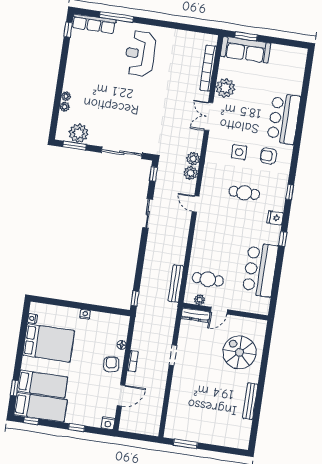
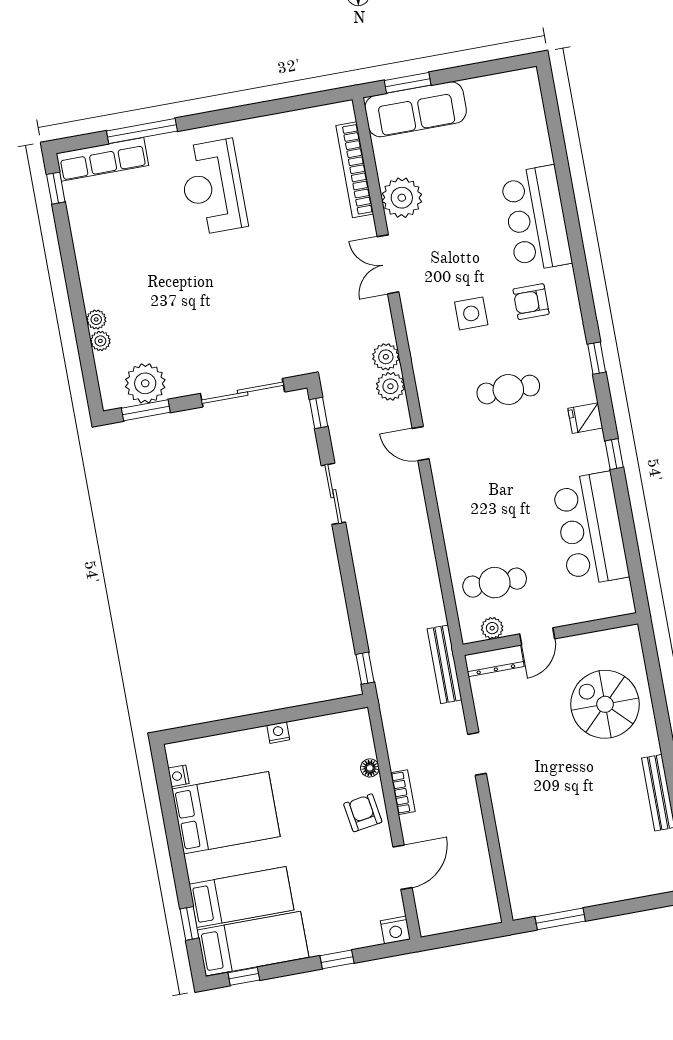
bench: (176, 284) -> (445, 664), moved

